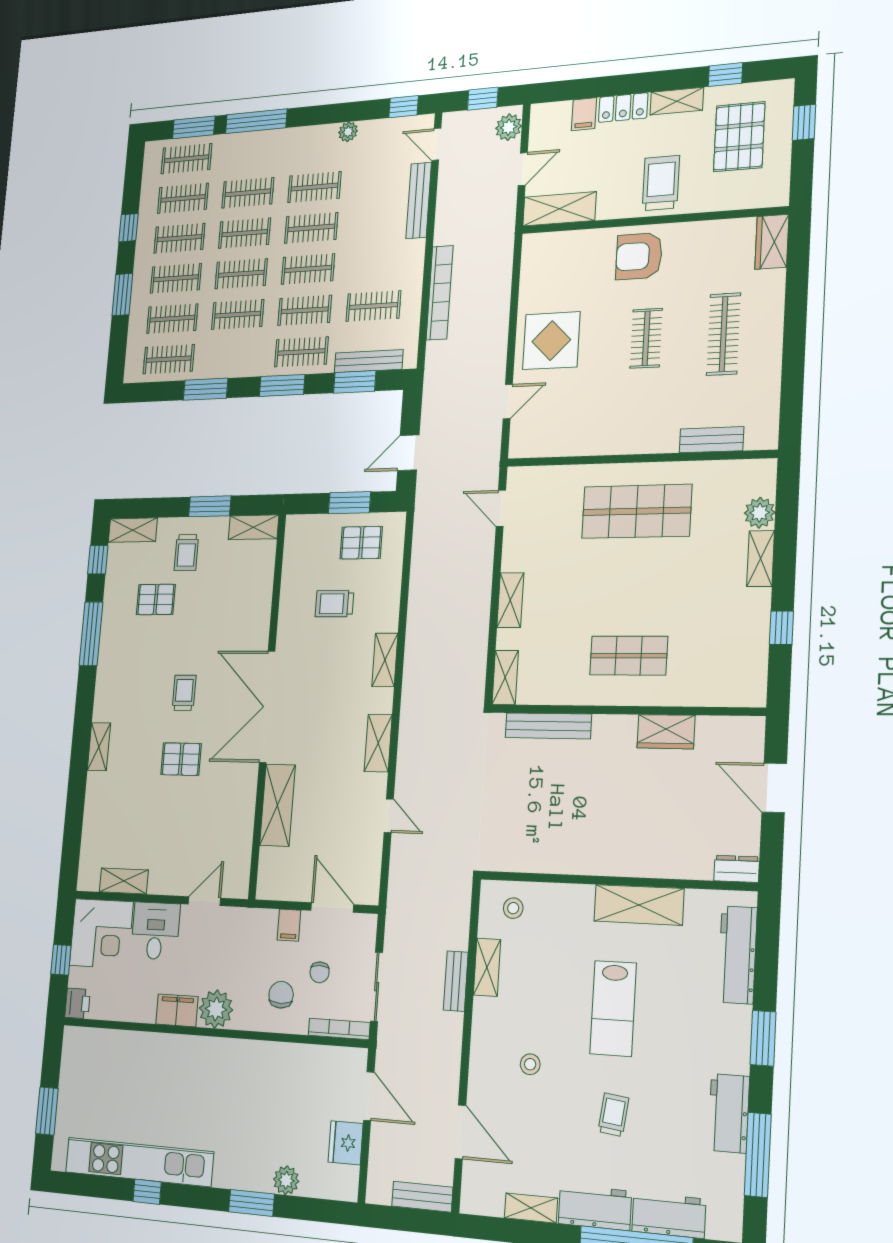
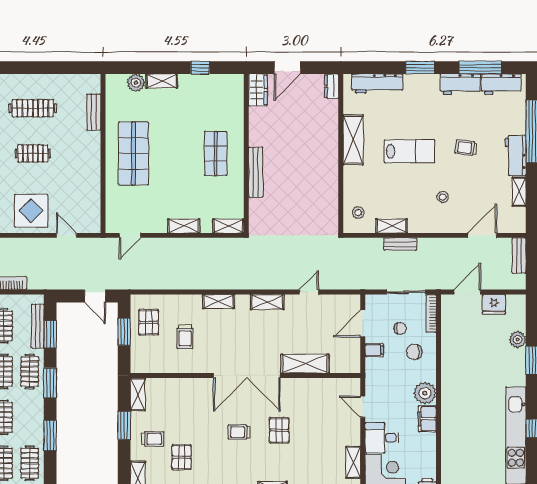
bench: (548, 726) -> (256, 172), moved
wardrobe: (666, 732) -> (258, 90), moved
workbench: (669, 1215) -> (501, 84), moved, turned -90

